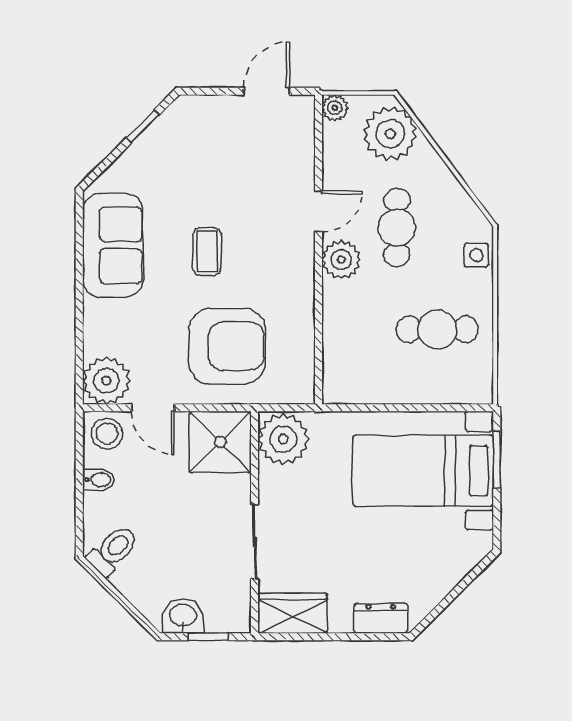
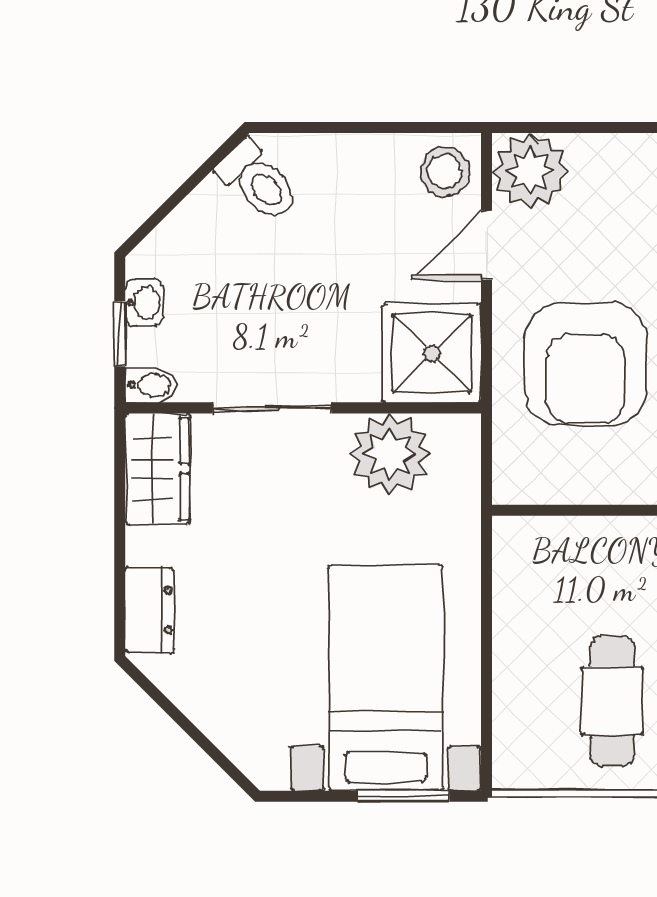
plant: (283, 439) -> (390, 454), moved
bidet: (99, 480) -> (151, 385), moved, turned -90
washbasin: (183, 616) -> (145, 303), width x0.72, depth x0.69

